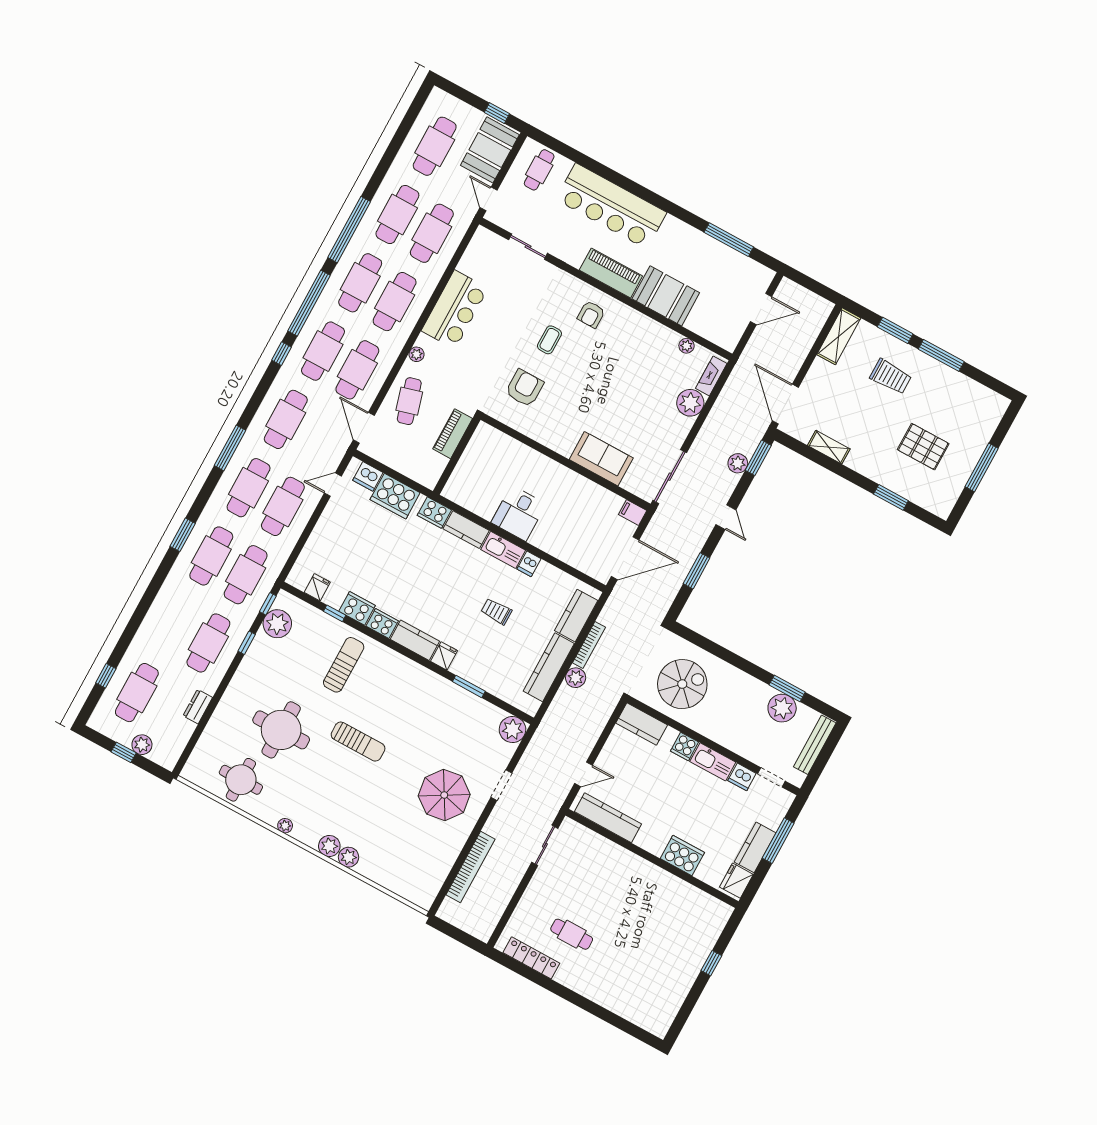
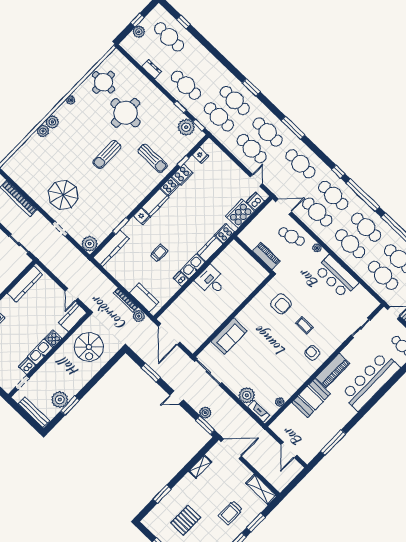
filing cabinet: (633, 513) -> (194, 346), removed
kitchen counter: (549, 667) -> (111, 248), moved, turned 90
plant: (576, 678) -> (139, 316), moved
door: (584, 774) -> (72, 295), moved

